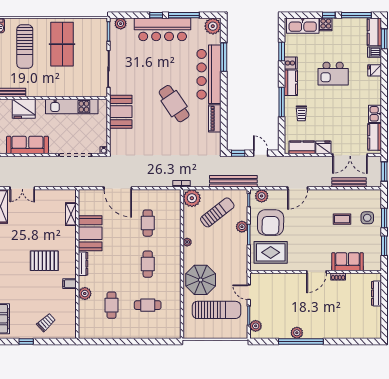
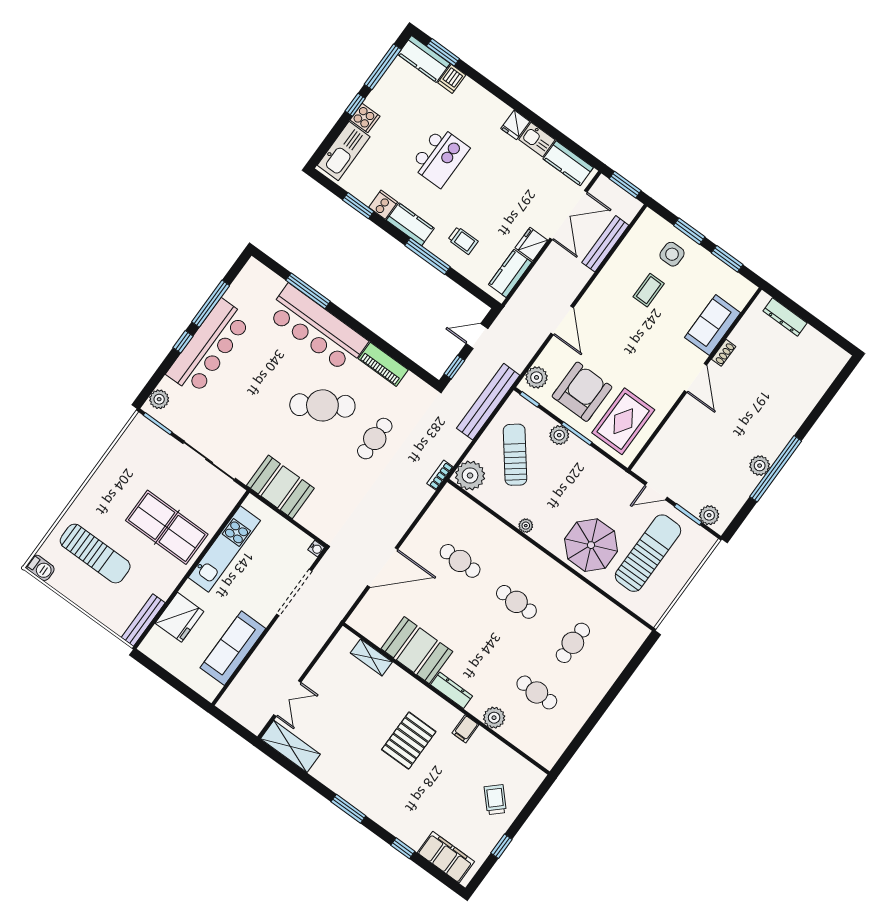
plant: (213, 26) -> (255, 275), removed
table tennis table: (62, 44) -> (167, 527), moved
fridge: (375, 70) -> (515, 125), moved
cafe table: (176, 140) -> (375, 439), added
armchair: (271, 223) -> (582, 392), turned -91

